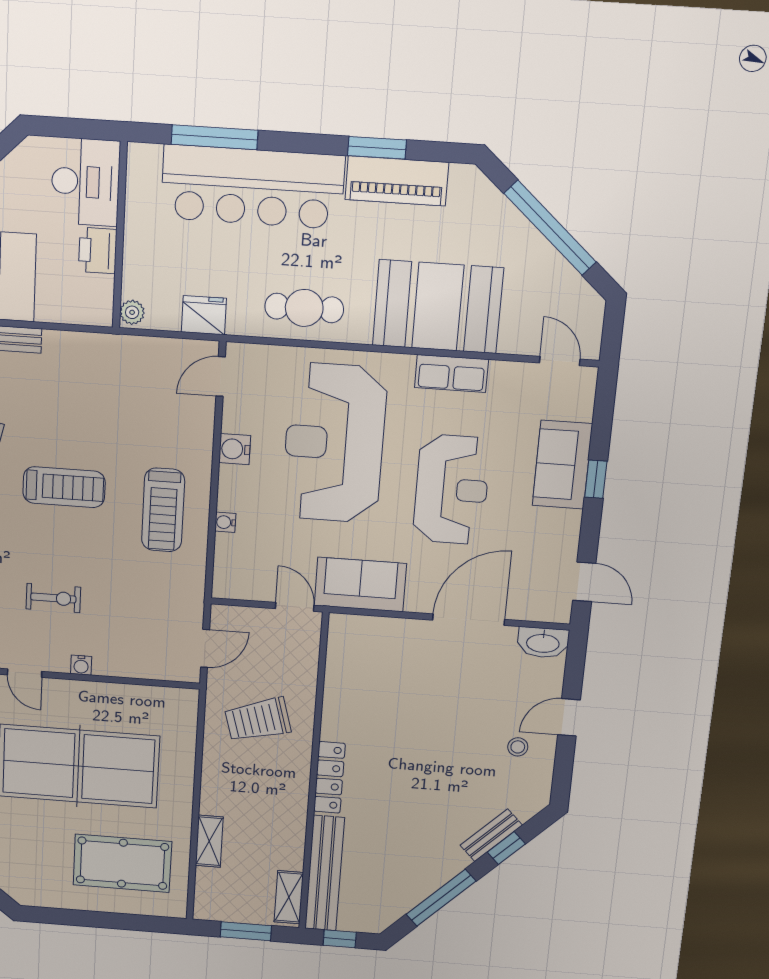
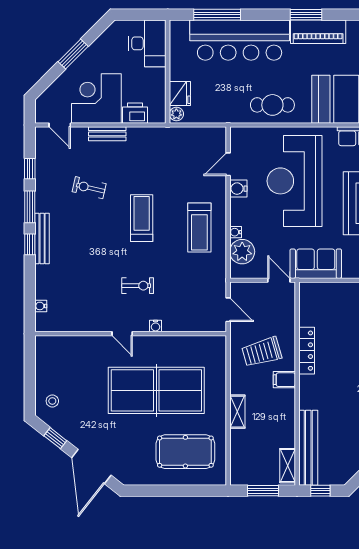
printer: (98, 251) -> (135, 113), moved, turned 90
fridge: (204, 315) -> (180, 94), moved, turned 90
door: (221, 377) -> (228, 164), moved
treadmill: (64, 487) -> (142, 218), turned -90
plant: (235, 555) -> (242, 252), added
door: (205, 648) -> (228, 310), hinge flipped
filing cabinet: (293, 766) -> (284, 380), added
locker: (329, 777) -> (307, 351), moved
shelving: (209, 841) -> (237, 412), moved

